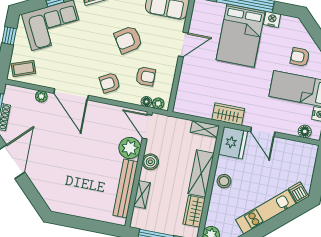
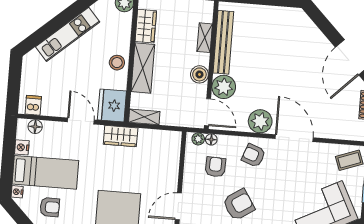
armchair: (146, 76) -> (215, 167), turned 92
armchair: (110, 83) -> (253, 155), turned -131
plant: (41, 96) -> (260, 121), moved, width x1.88, depth x1.88
dishwasher: (299, 193) -> (33, 105), moved, turned -139

